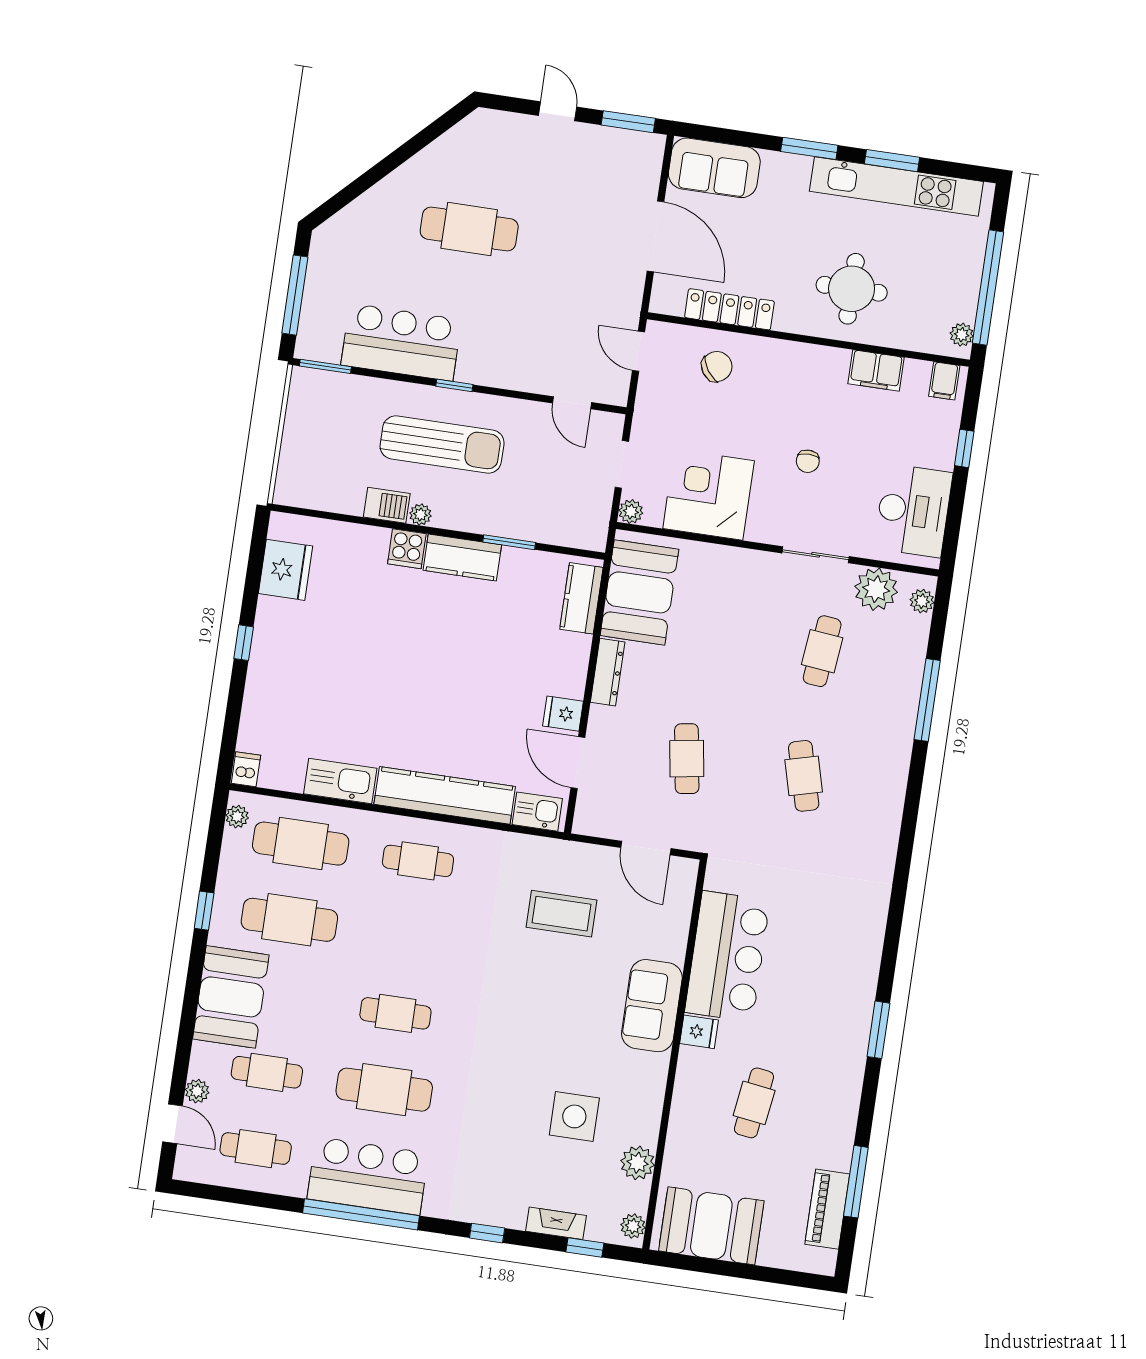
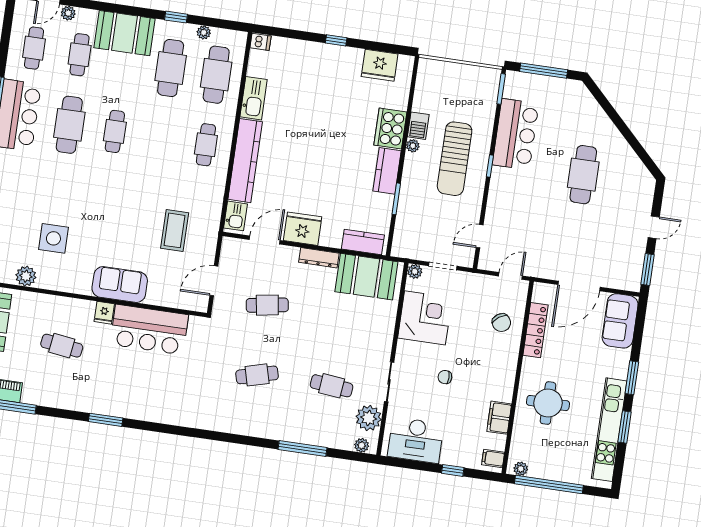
cooker: (407, 549) -> (390, 129), width x1.87, depth x1.31
fridge: (563, 714) -> (303, 229), width x1.88, depth x1.34
plant: (237, 817) -> (204, 32), moved

